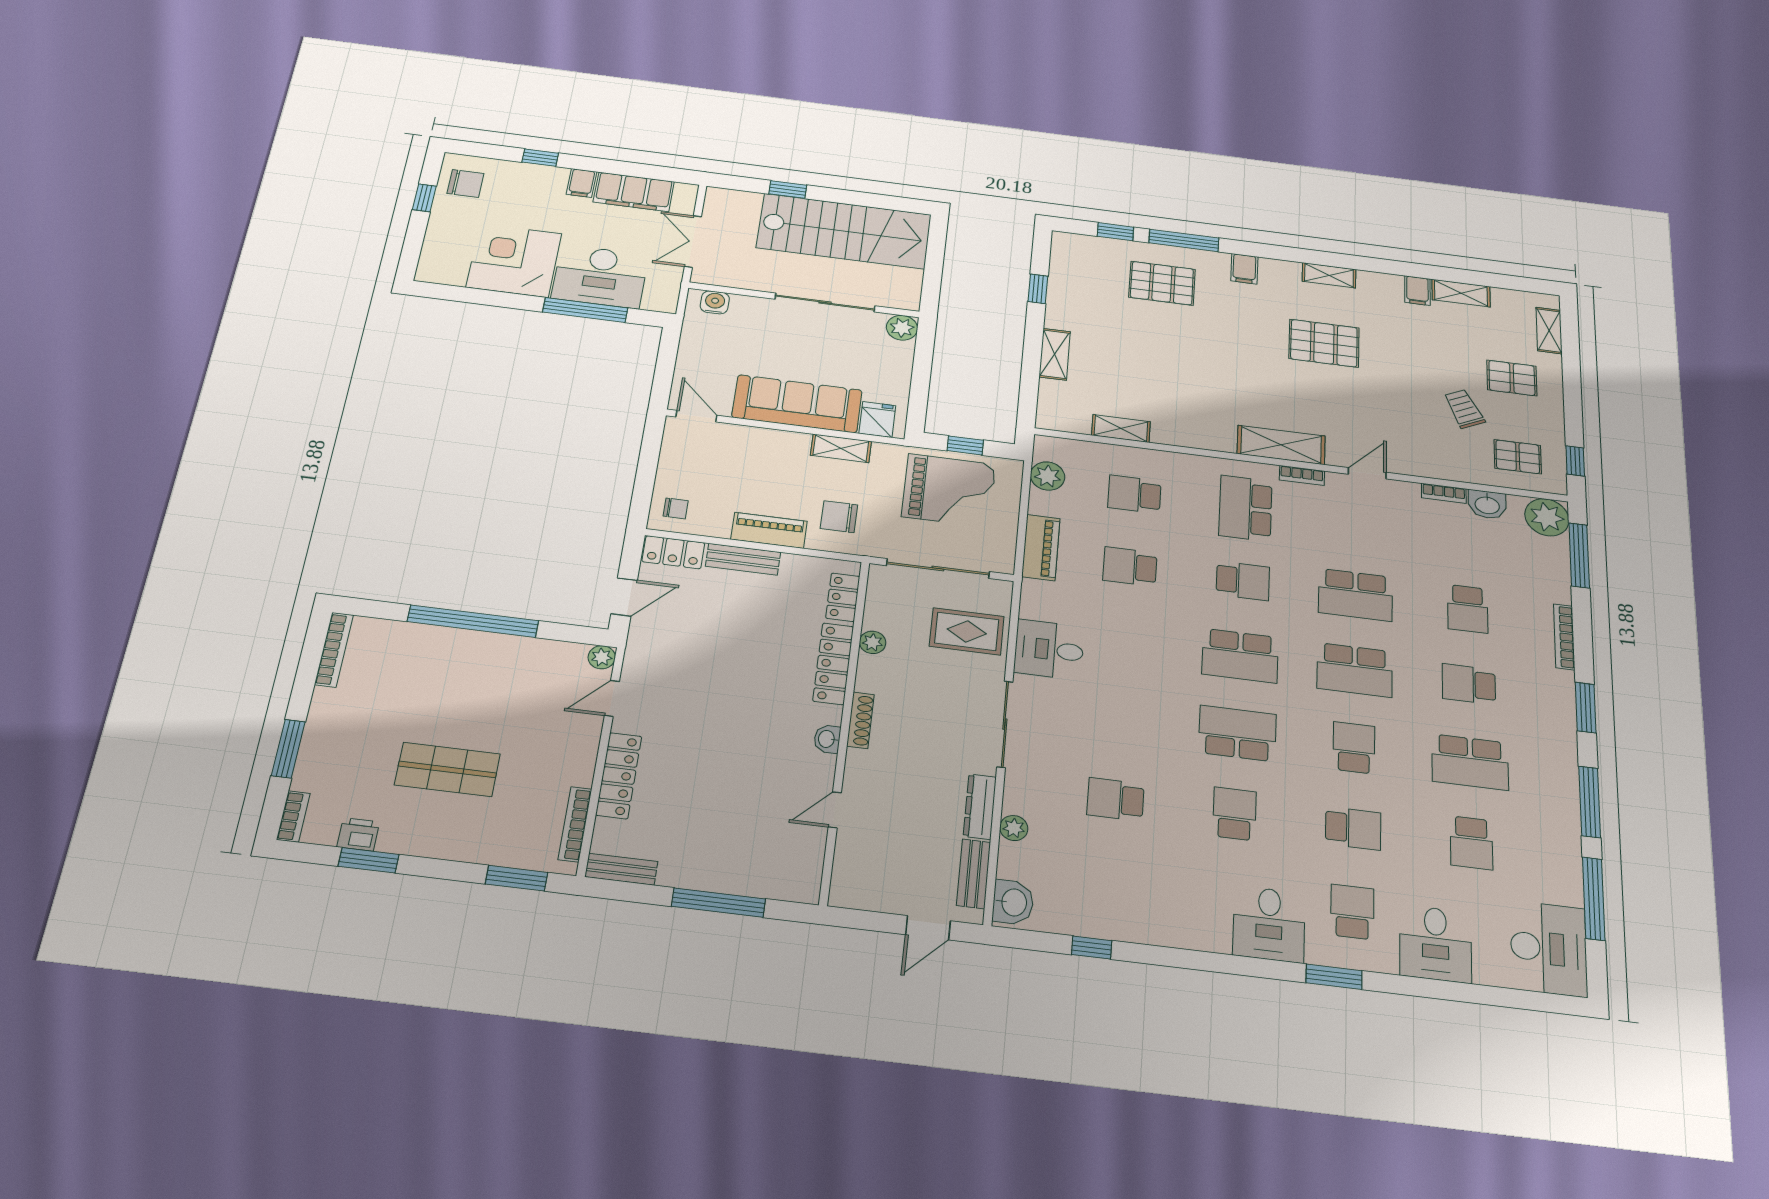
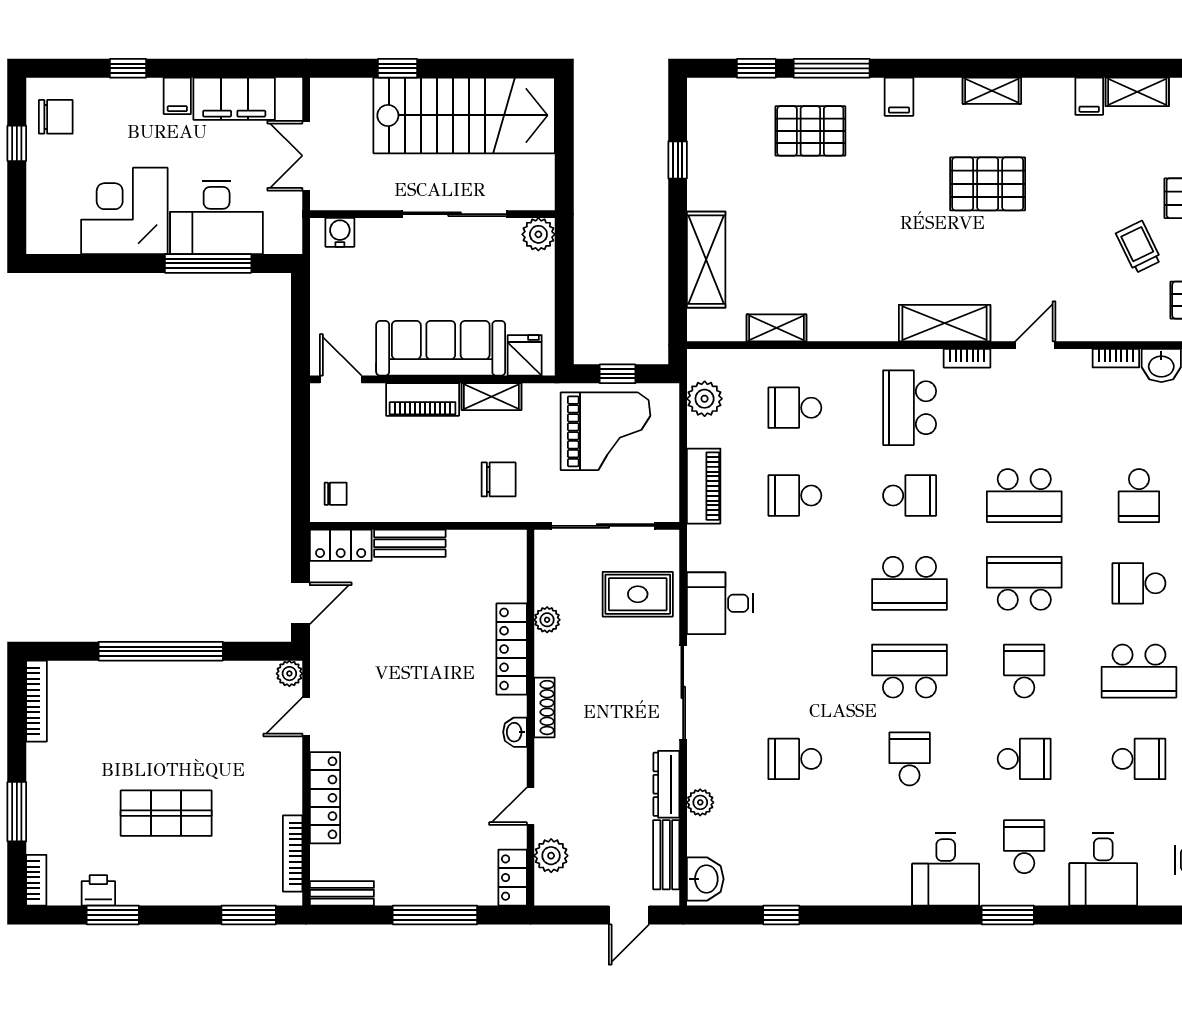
shelving: (1055, 354) -> (706, 260), width x1.50, depth x1.33
chair: (839, 517) -> (499, 479), turned 180
piano: (769, 530) -> (423, 399), moved, turned 180
locker: (843, 597) -> (513, 878), moved
school desk: (1355, 670) -> (1024, 583), turned 180
school desk: (1471, 843) -> (1139, 759), turned -90
plant: (851, 860) -> (551, 856), added

